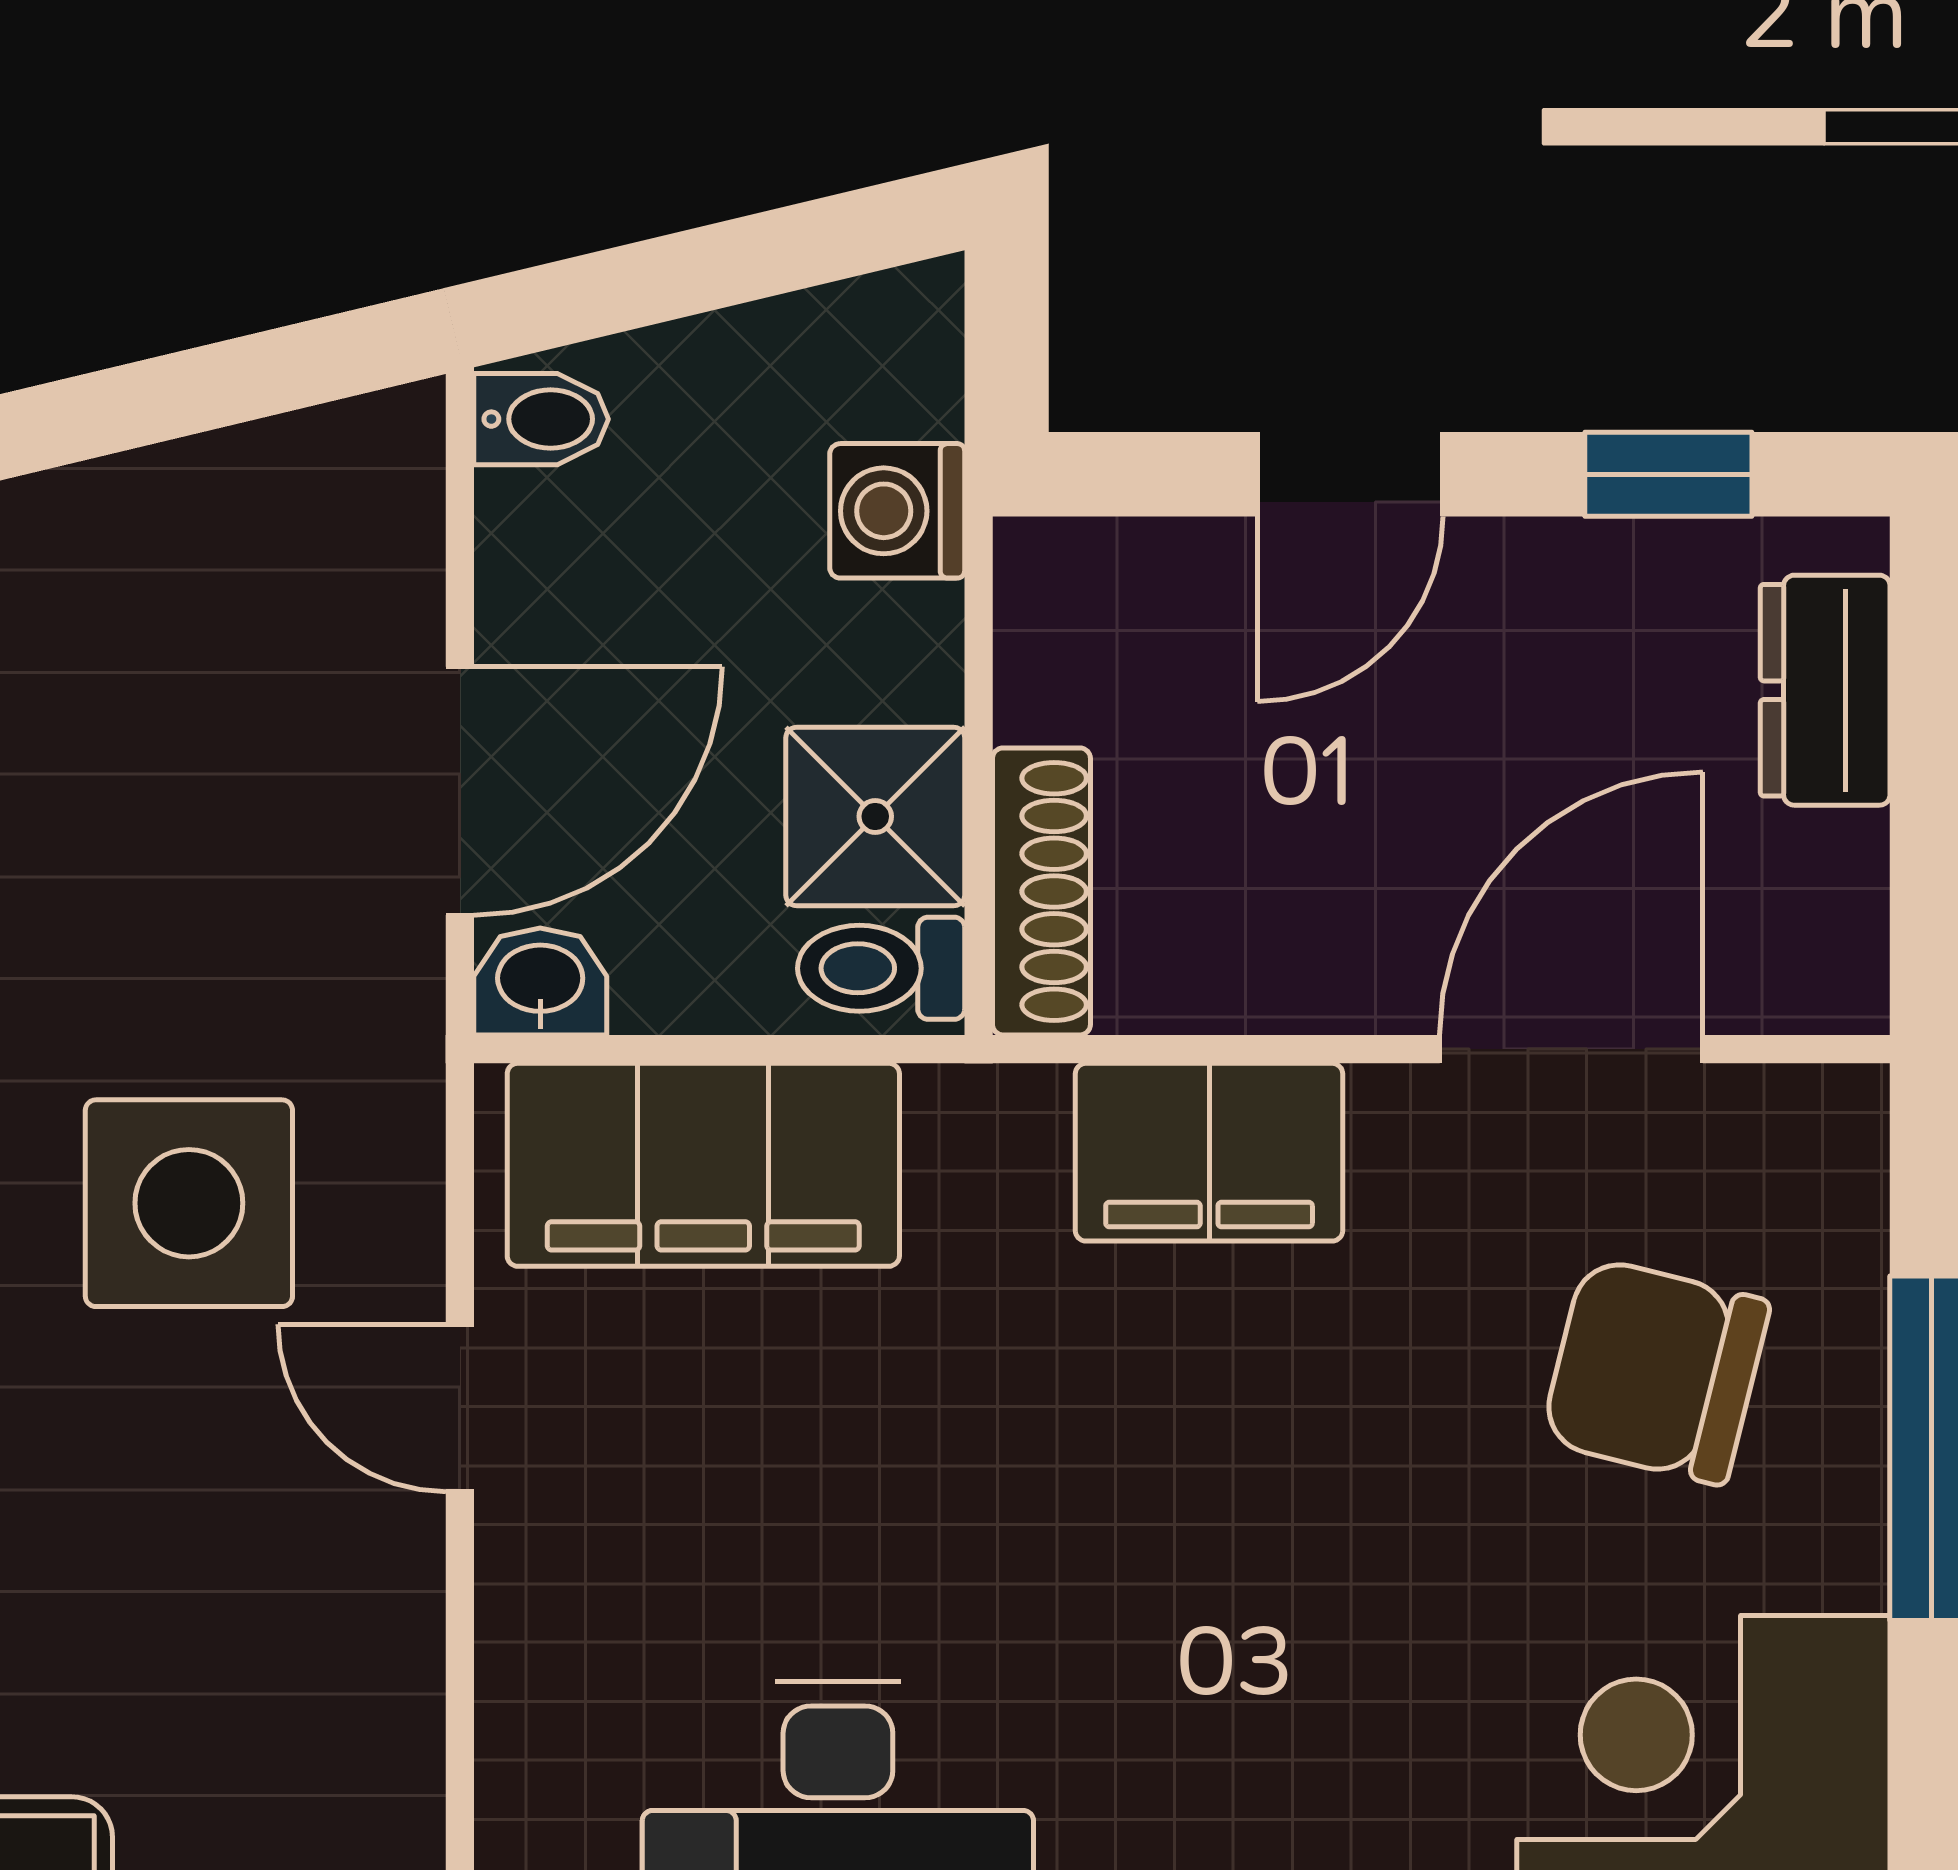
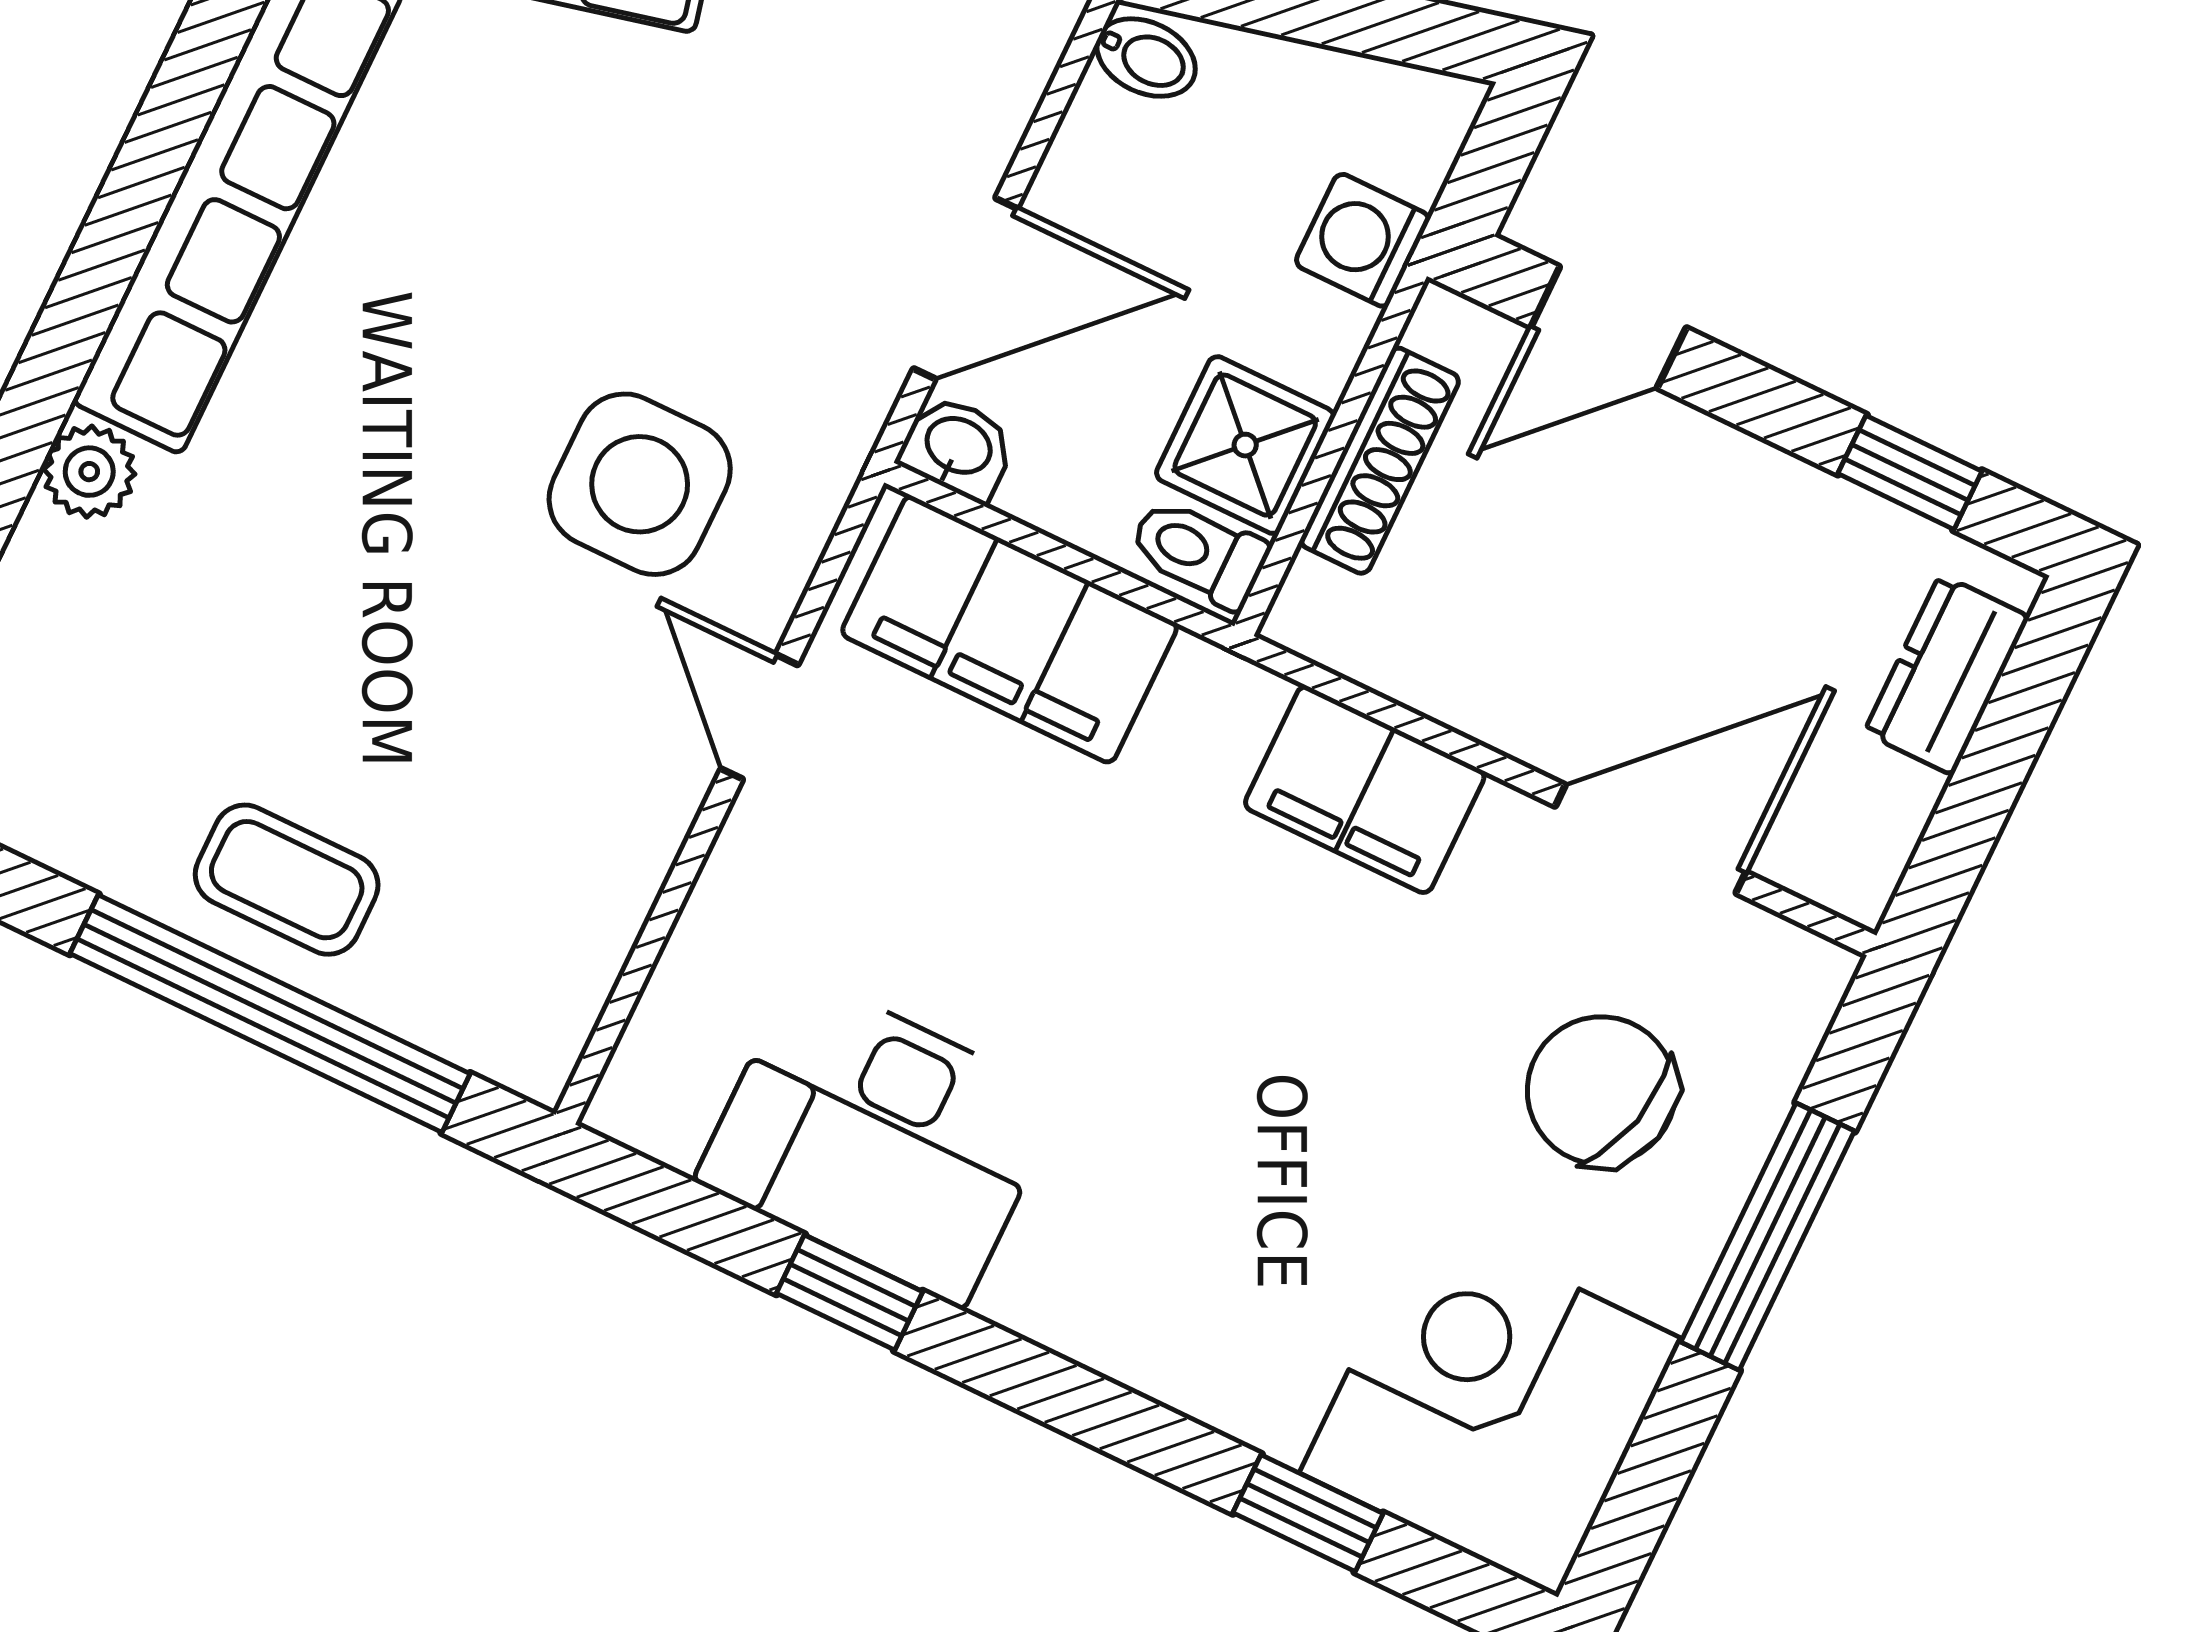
door: (1350, 474) -> (1608, 327), moved
shoe rack: (1041, 891) -> (1380, 461), moved

